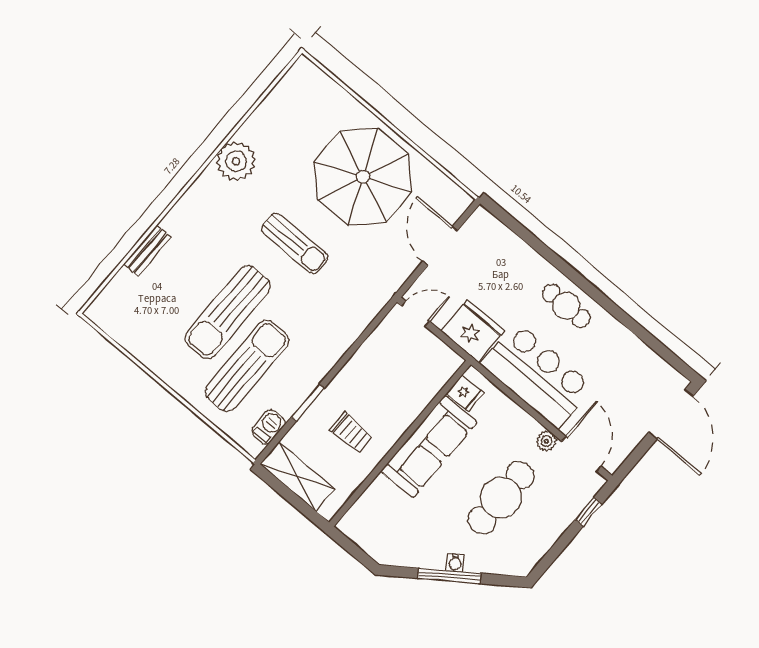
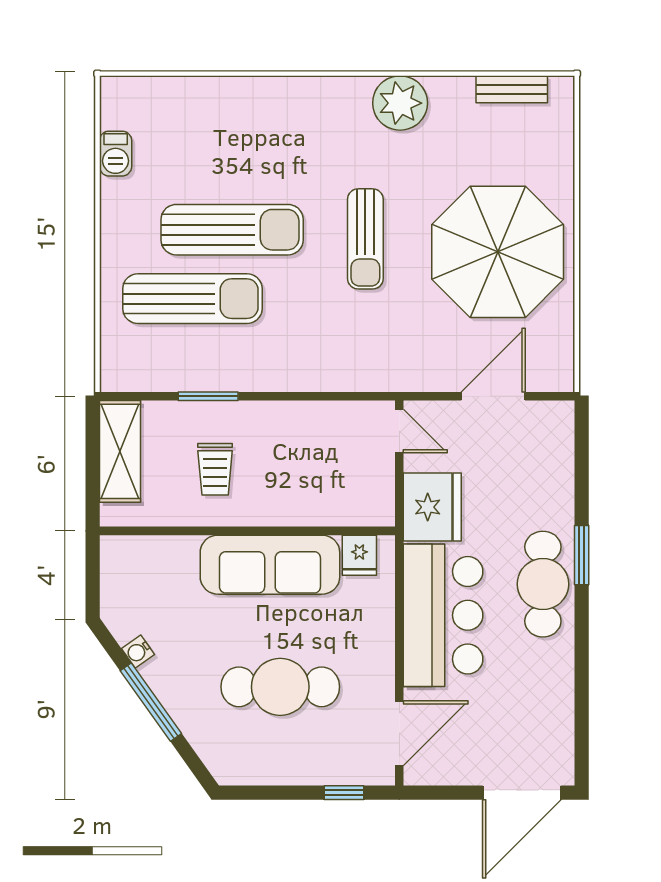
bench: (148, 251) -> (512, 89), moved
window: (568, 271) -> (582, 555), added
cafe table: (566, 306) -> (543, 584), width x1.37, depth x1.35
sun lounger: (228, 312) -> (232, 230), turned 180
barbecue: (268, 427) -> (116, 154), moved, turned 90
plant: (546, 441) -> (381, 684), removed
water cooler: (455, 563) -> (138, 652), moved

